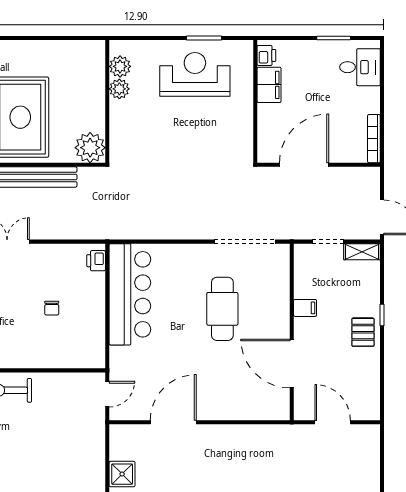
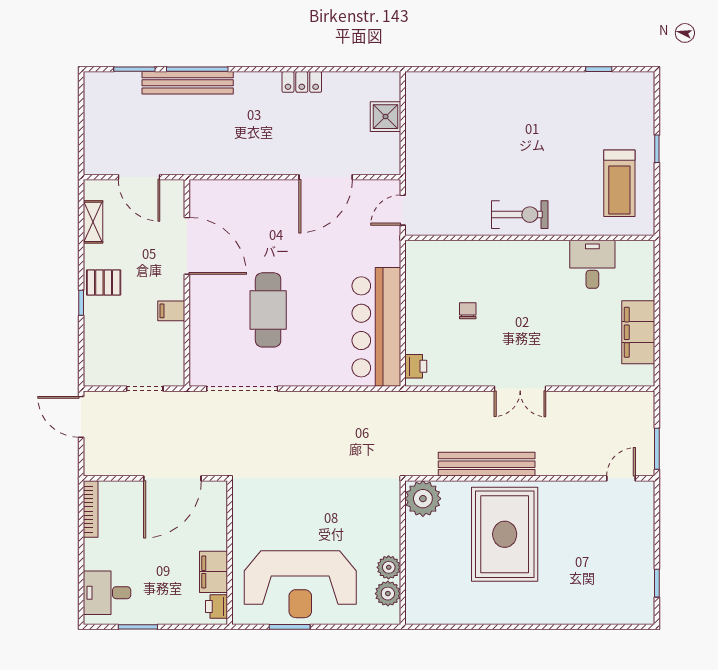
reception desk: (195, 74) -> (300, 584), width x1.36, depth x1.30
shelving: (362, 252) -> (93, 222), moved, turned 90
pallet: (363, 332) -> (104, 283), turned 90

